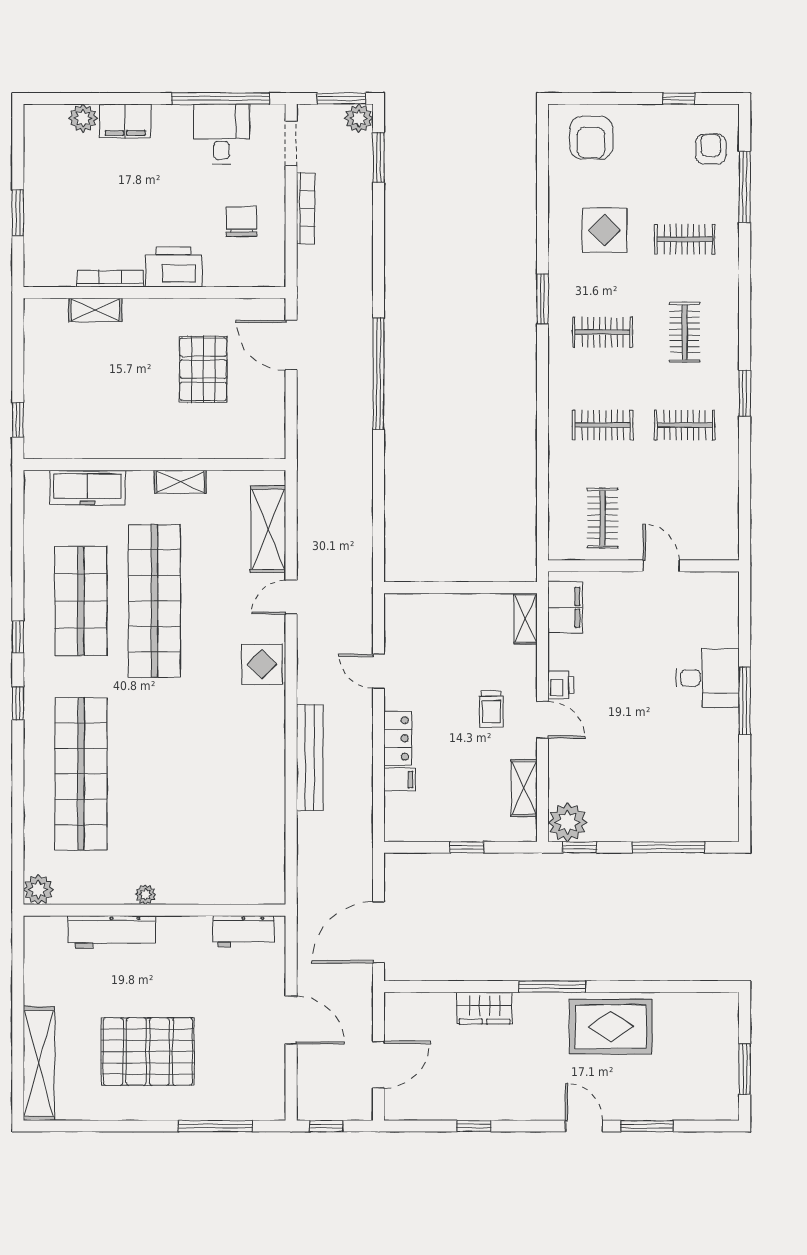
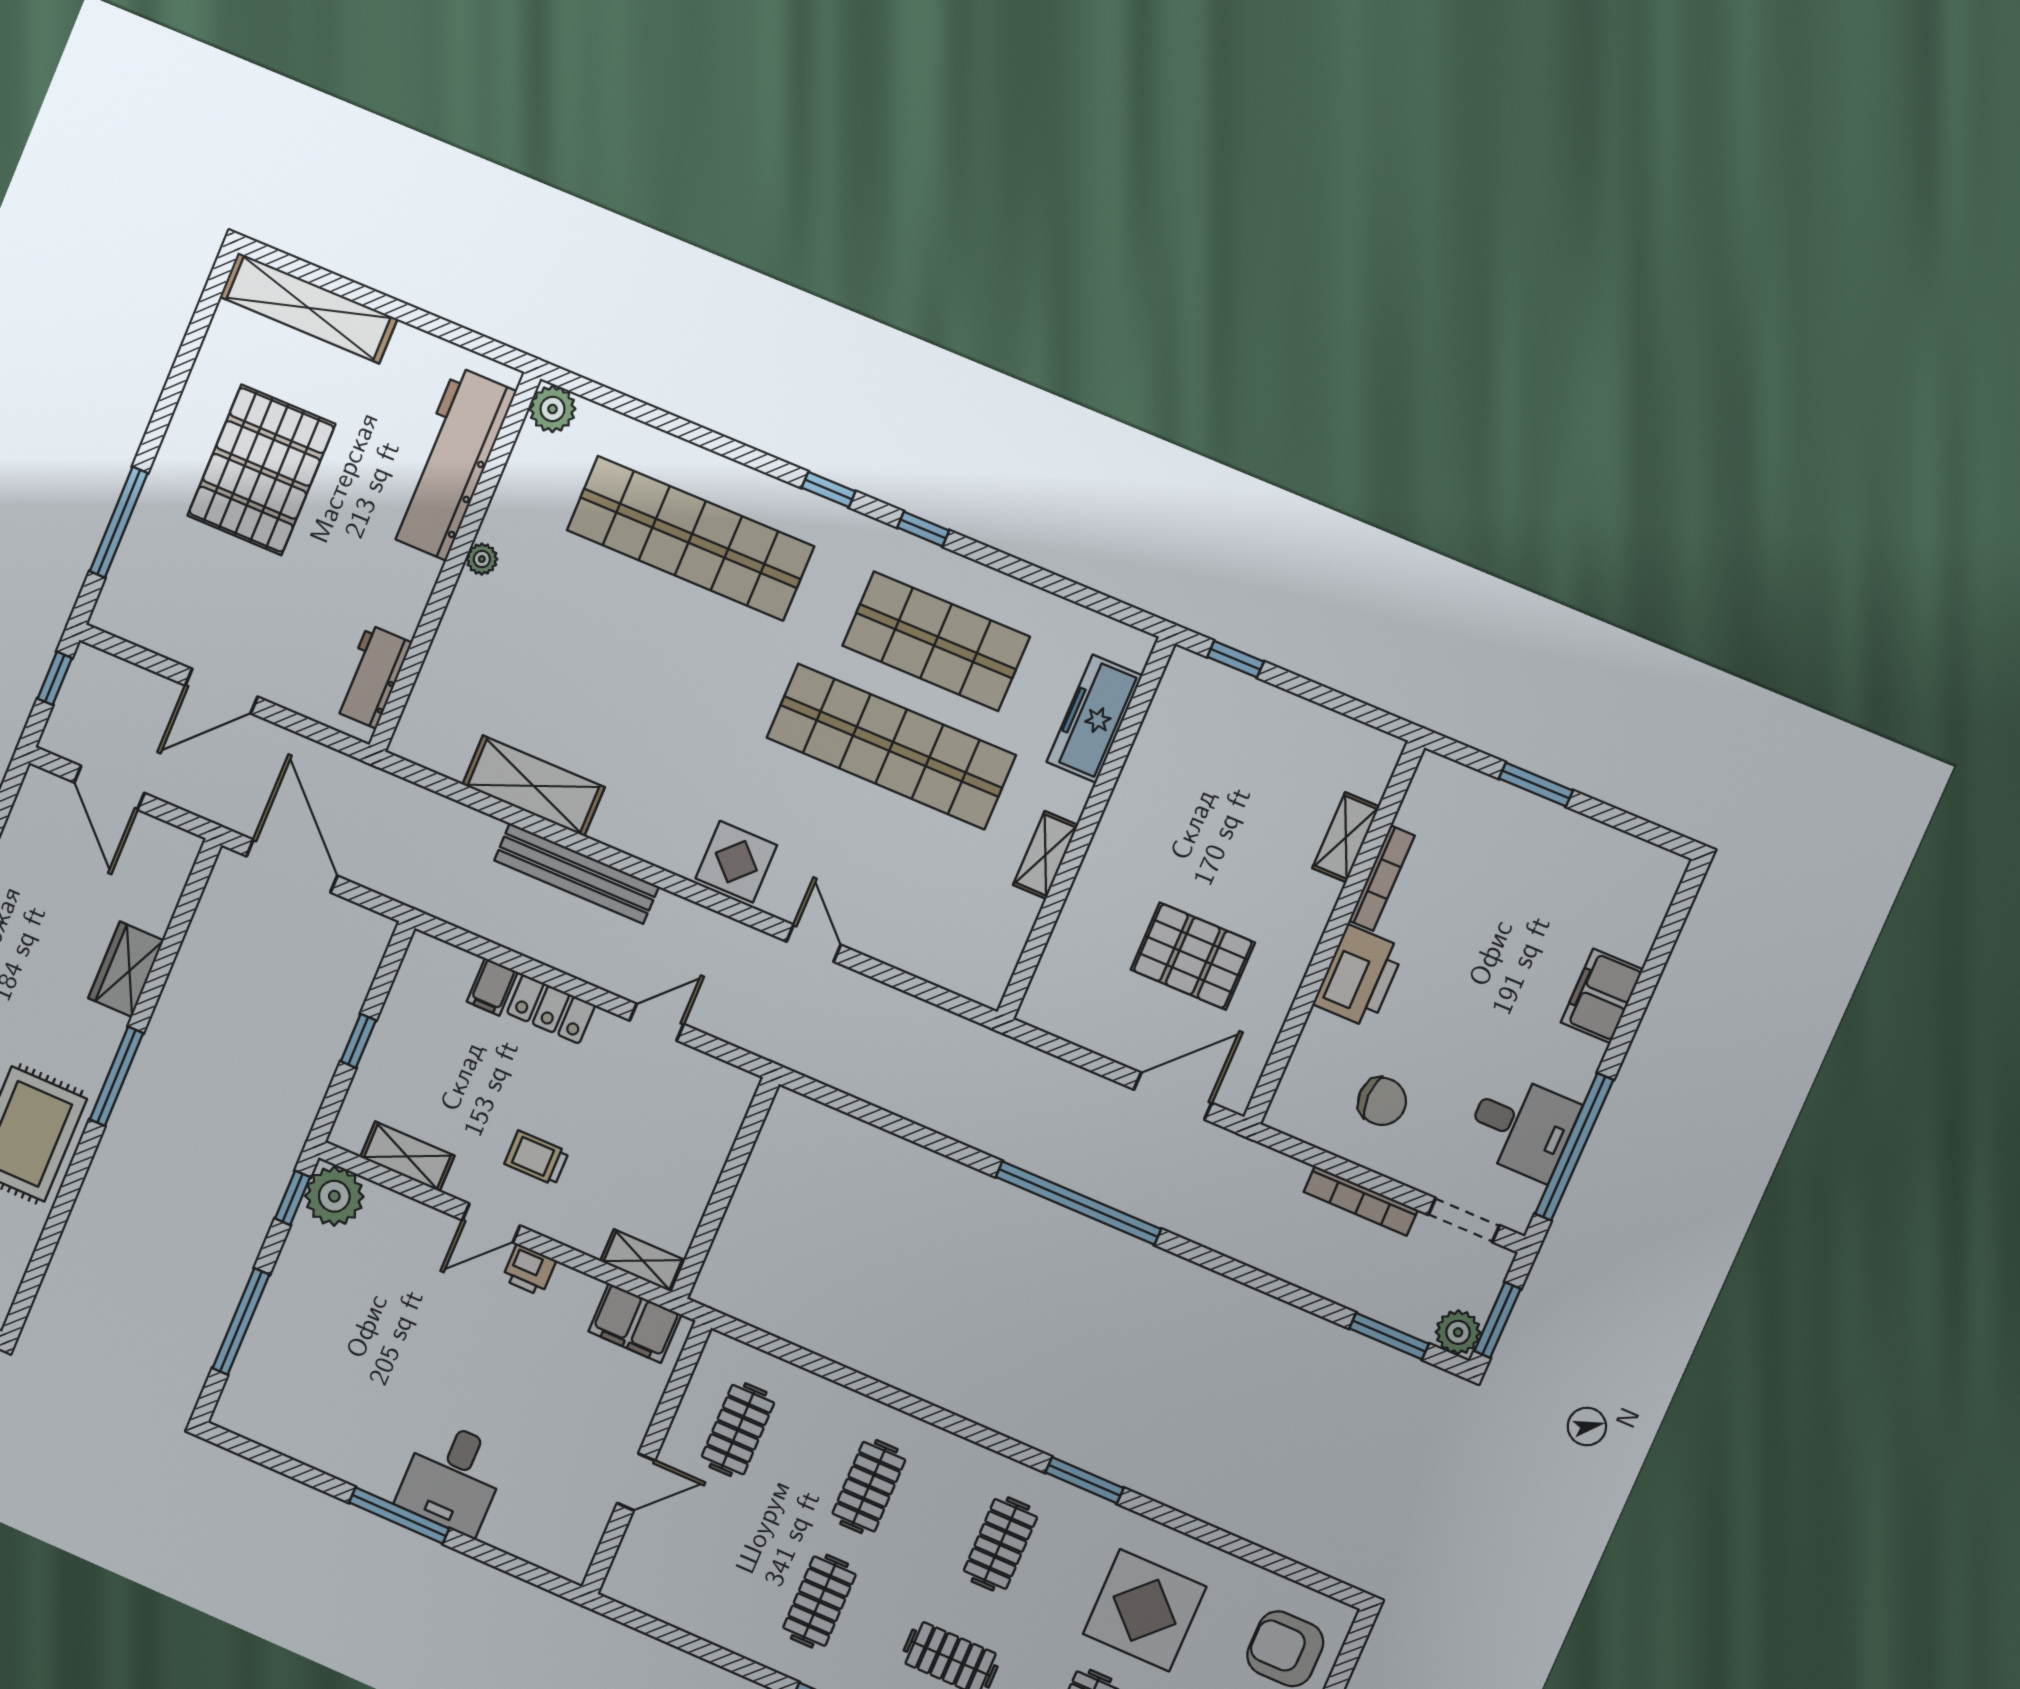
plant: (83, 118) -> (1633, 937), removed
display table: (605, 230) -> (1145, 1610), width x1.36, depth x1.36
clothes rail: (603, 518) -> (738, 1430), turned 90
shelving: (268, 529) -> (533, 786), moved
workbench: (112, 932) -> (451, 463), width x1.36, depth x1.32

